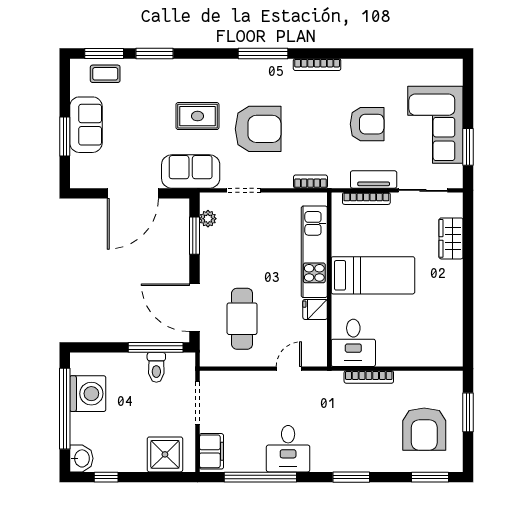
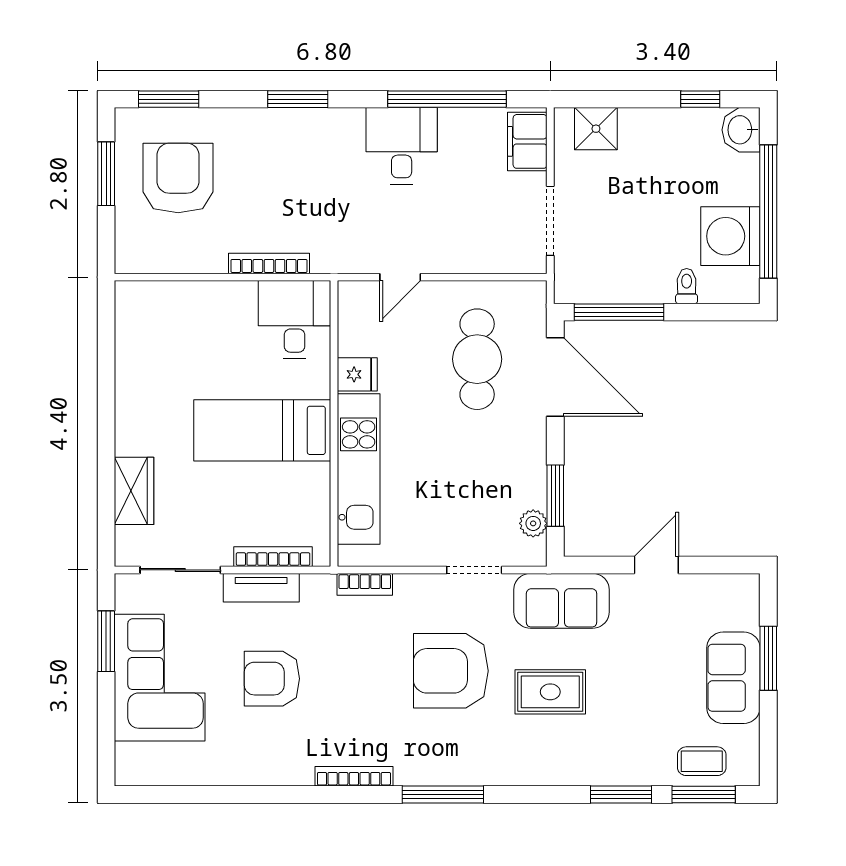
door: (133, 193) -> (656, 565), width x0.53
toilet: (156, 367) -> (687, 286), moved, width x0.73, depth x0.72
window: (468, 412) -> (106, 174), moved
shower: (165, 454) -> (596, 129), width x0.73, depth x0.73

